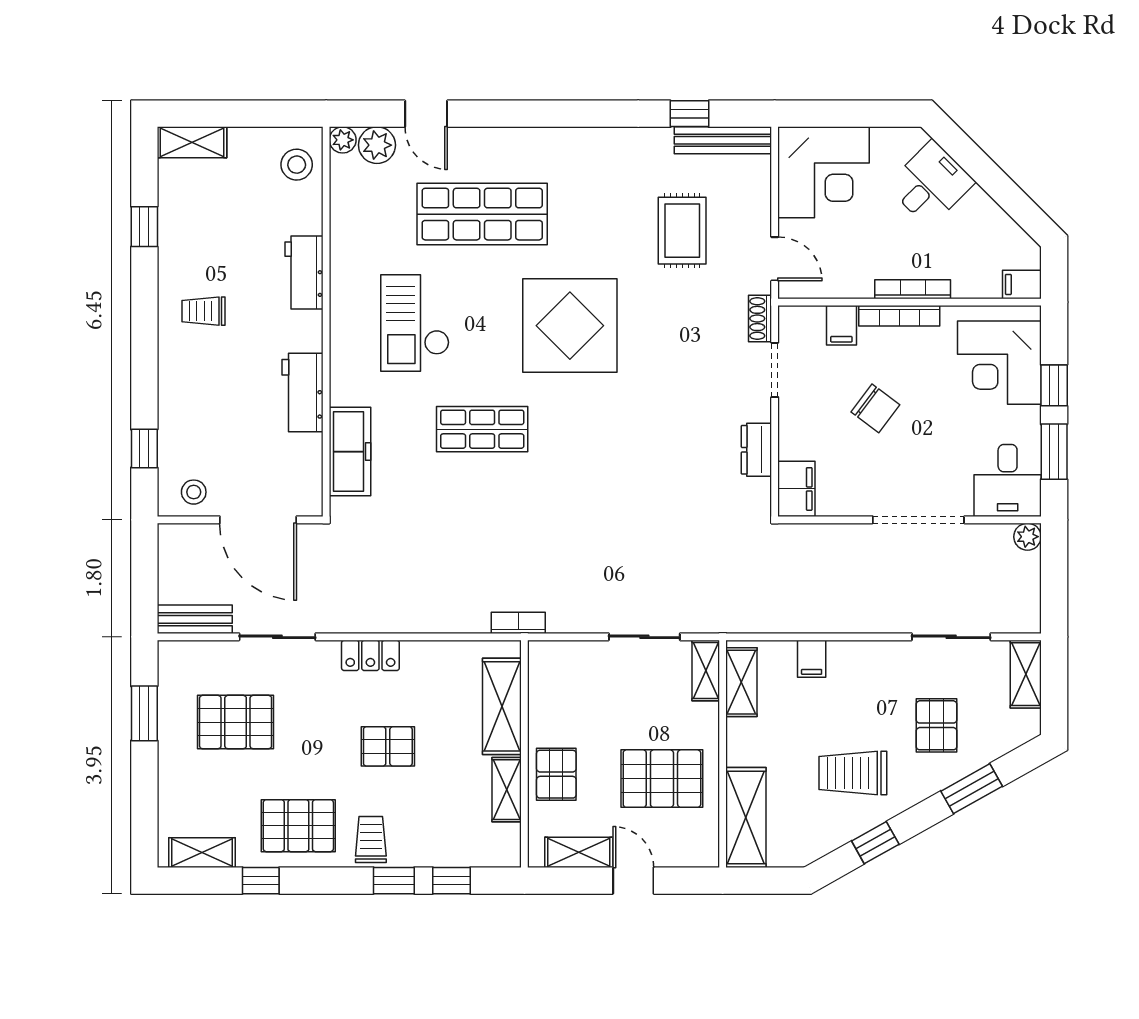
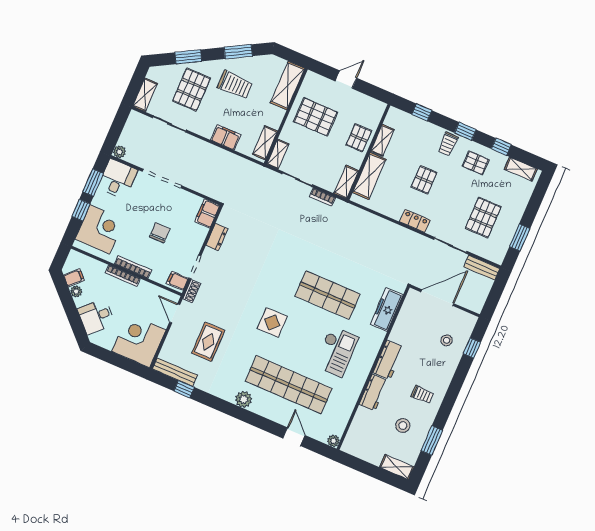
plant: (377, 145) -> (244, 399), moved
stool: (297, 165) -> (403, 425), moved
shop shelf: (482, 214) -> (289, 385), width x1.40
plant: (993, 217) -> (76, 291), added
window: (144, 227) -> (432, 440), width x1.50
filing cabinet: (1022, 284) -> (74, 278), moved, turned -45
filing cabinet: (841, 325) -> (177, 281), moved, turned -90
display table: (570, 326) -> (272, 322), width x0.54, depth x0.54
workbench: (303, 393) -> (388, 360), moved
chair: (875, 408) -> (160, 233), turned 53
shop shelf: (482, 429) -> (327, 295), width x1.43, depth x1.36
stool: (194, 492) -> (447, 340), moved
door: (258, 520) -> (437, 298), hinge flipped
bookcase: (518, 623) -> (322, 197), moved
filing cabinet: (812, 659) -> (226, 137), width x2.00
pallet: (236, 722) -> (483, 217), turned 90
pallet: (936, 725) -> (191, 90), width x1.50, depth x1.42
pallet: (388, 746) -> (424, 180), turned 90
pallet: (298, 826) -> (476, 163), width x0.67, depth x0.71
window: (875, 843) -> (238, 52), width x1.50
shelving: (579, 852) -> (346, 182), moved, turned 90
window: (394, 881) -> (465, 131), moved
door: (633, 881) -> (346, 80), swing flipped

